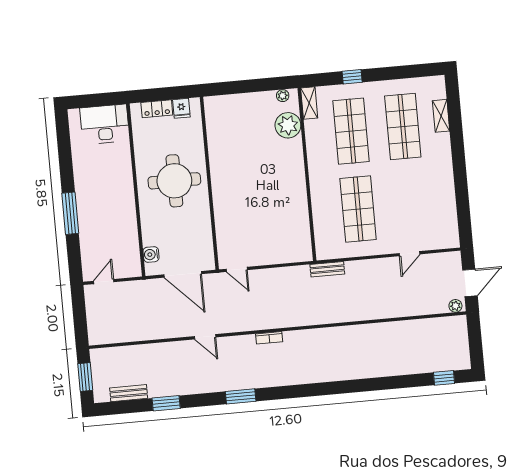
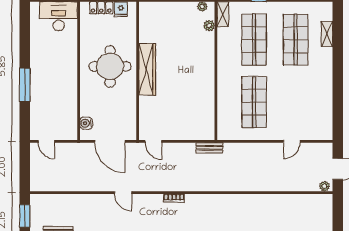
plant: (288, 125) -> (209, 26), width x0.53, depth x0.53
wardrobe: (221, 180) -> (147, 69), added
bench: (327, 269) -> (209, 148), moved
door: (104, 282) -> (46, 141), swing flipped

